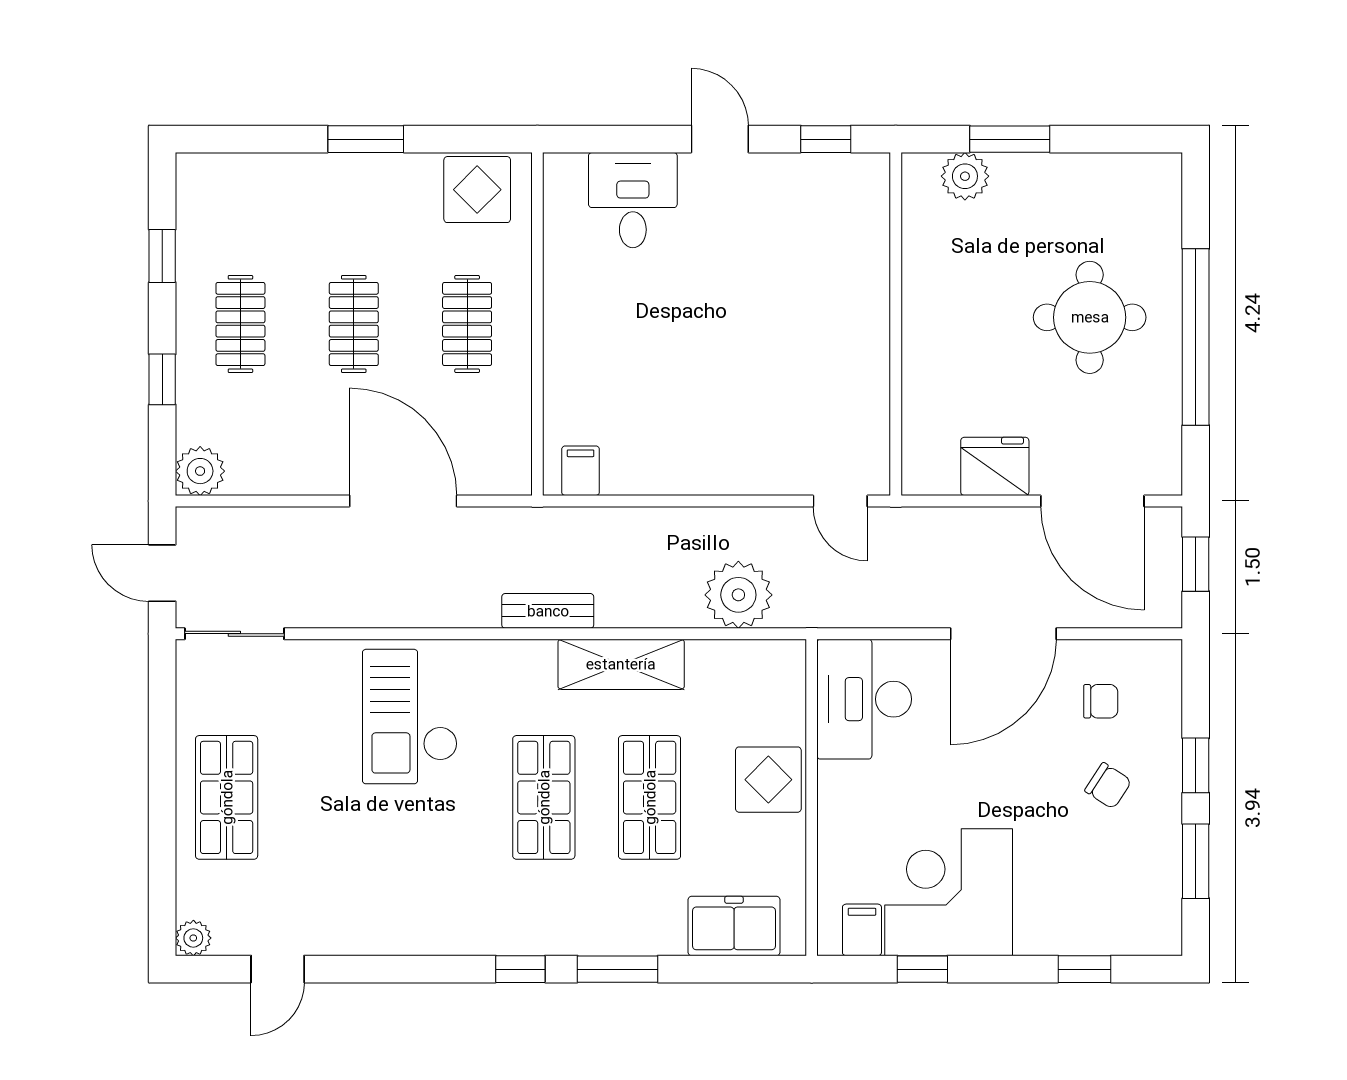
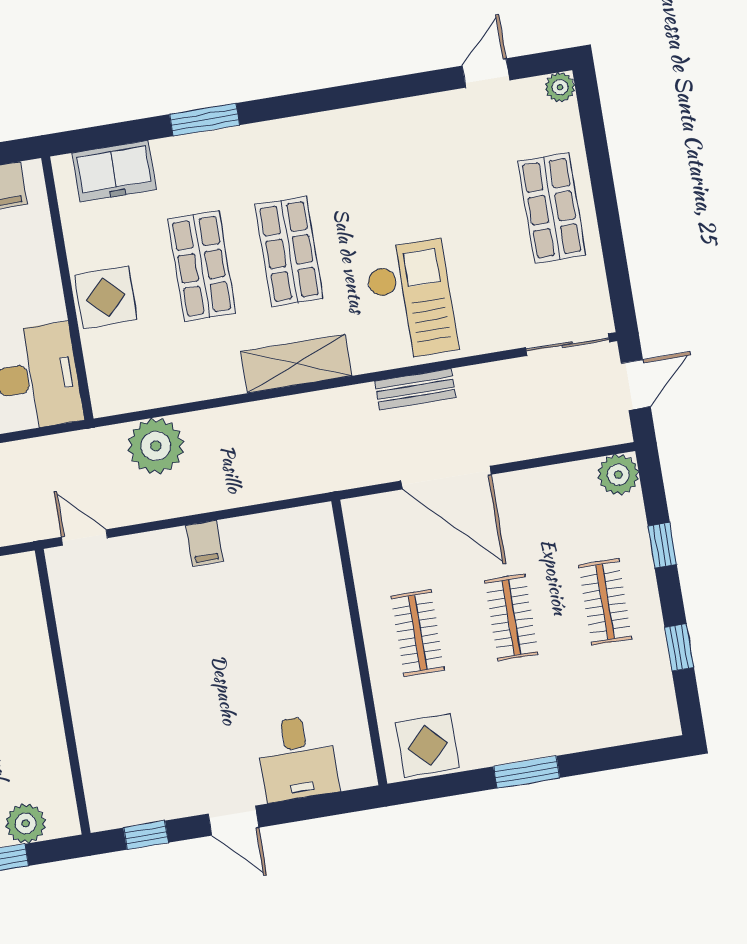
filing cabinet: (581, 471) -> (204, 543), moved
door: (162, 573) -> (636, 385), hinge flipped
bench: (548, 611) -> (415, 389), moved
shelving: (621, 664) -> (296, 364), moved
window: (520, 969) -> (285, 106), removed

